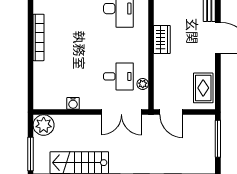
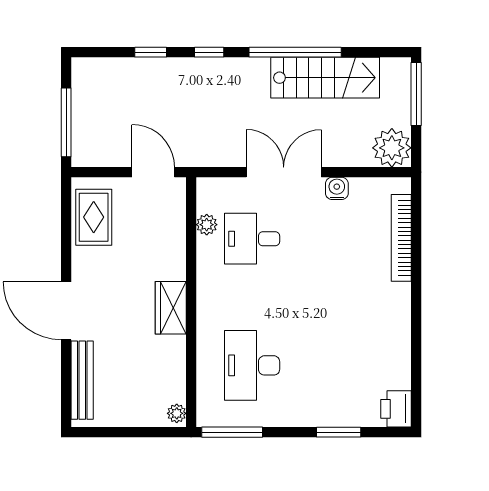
bookcase: (39, 37) -> (401, 238), moved
double door: (121, 112) -> (284, 172), moved

